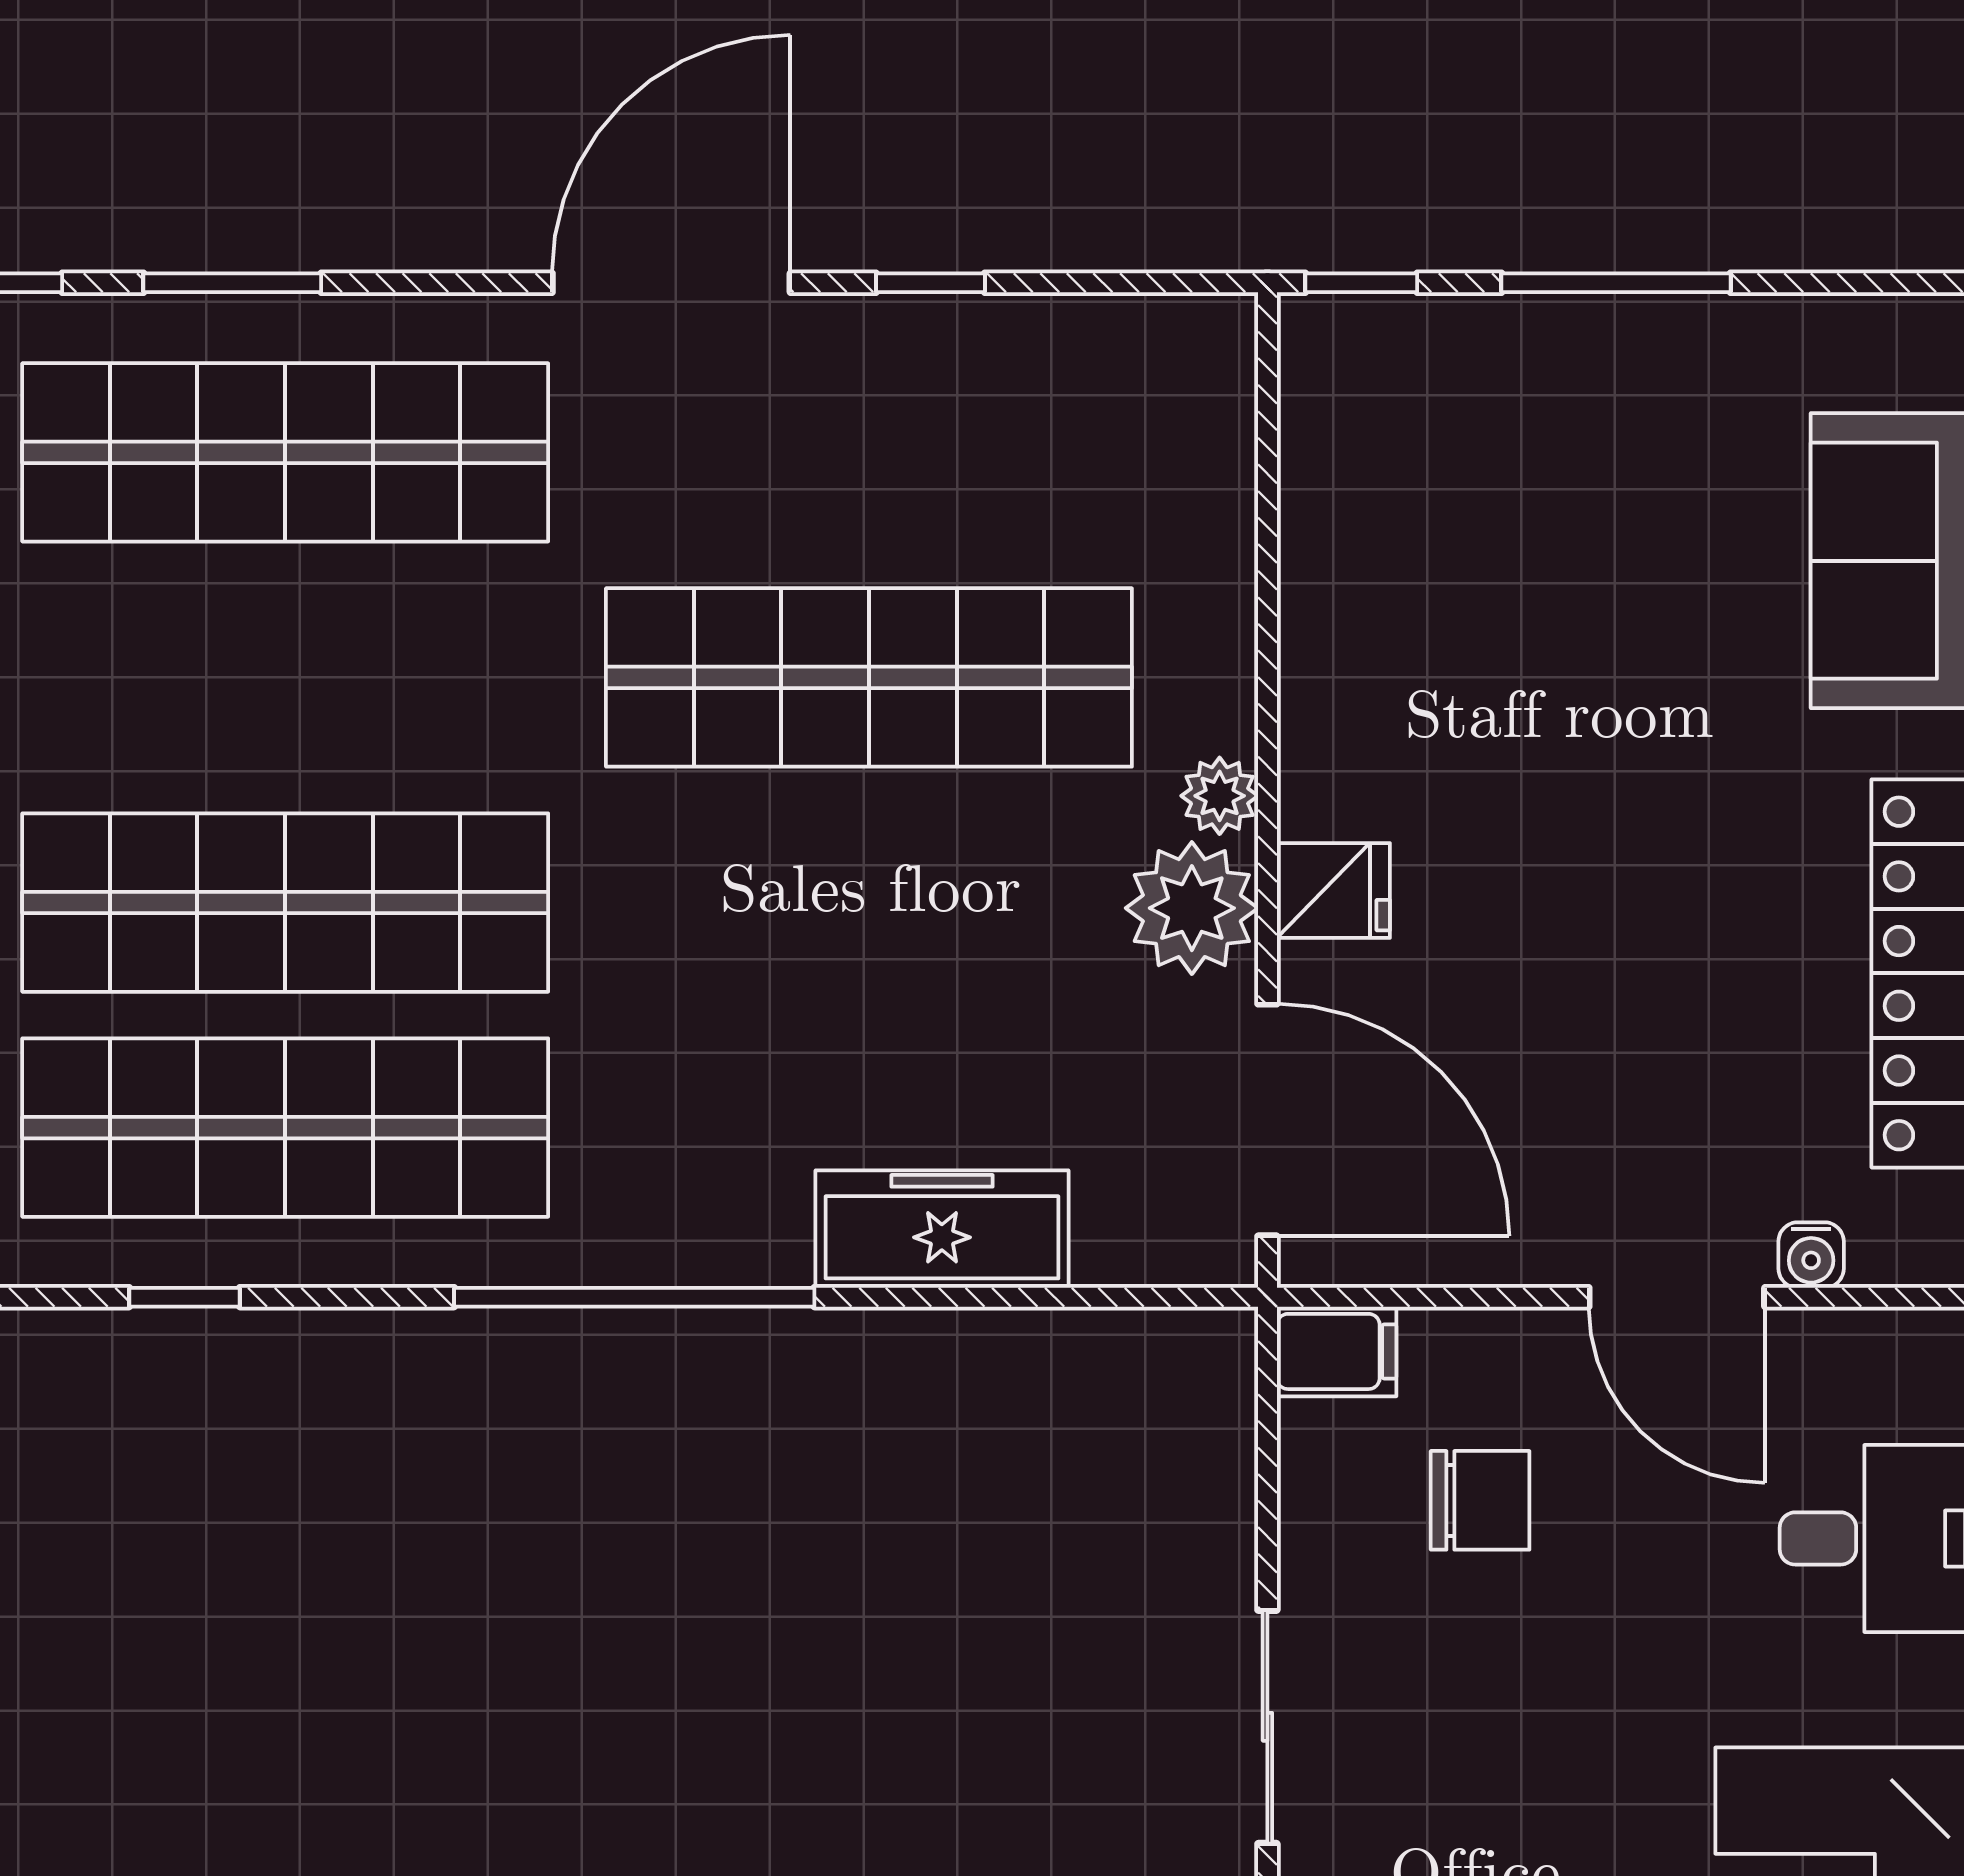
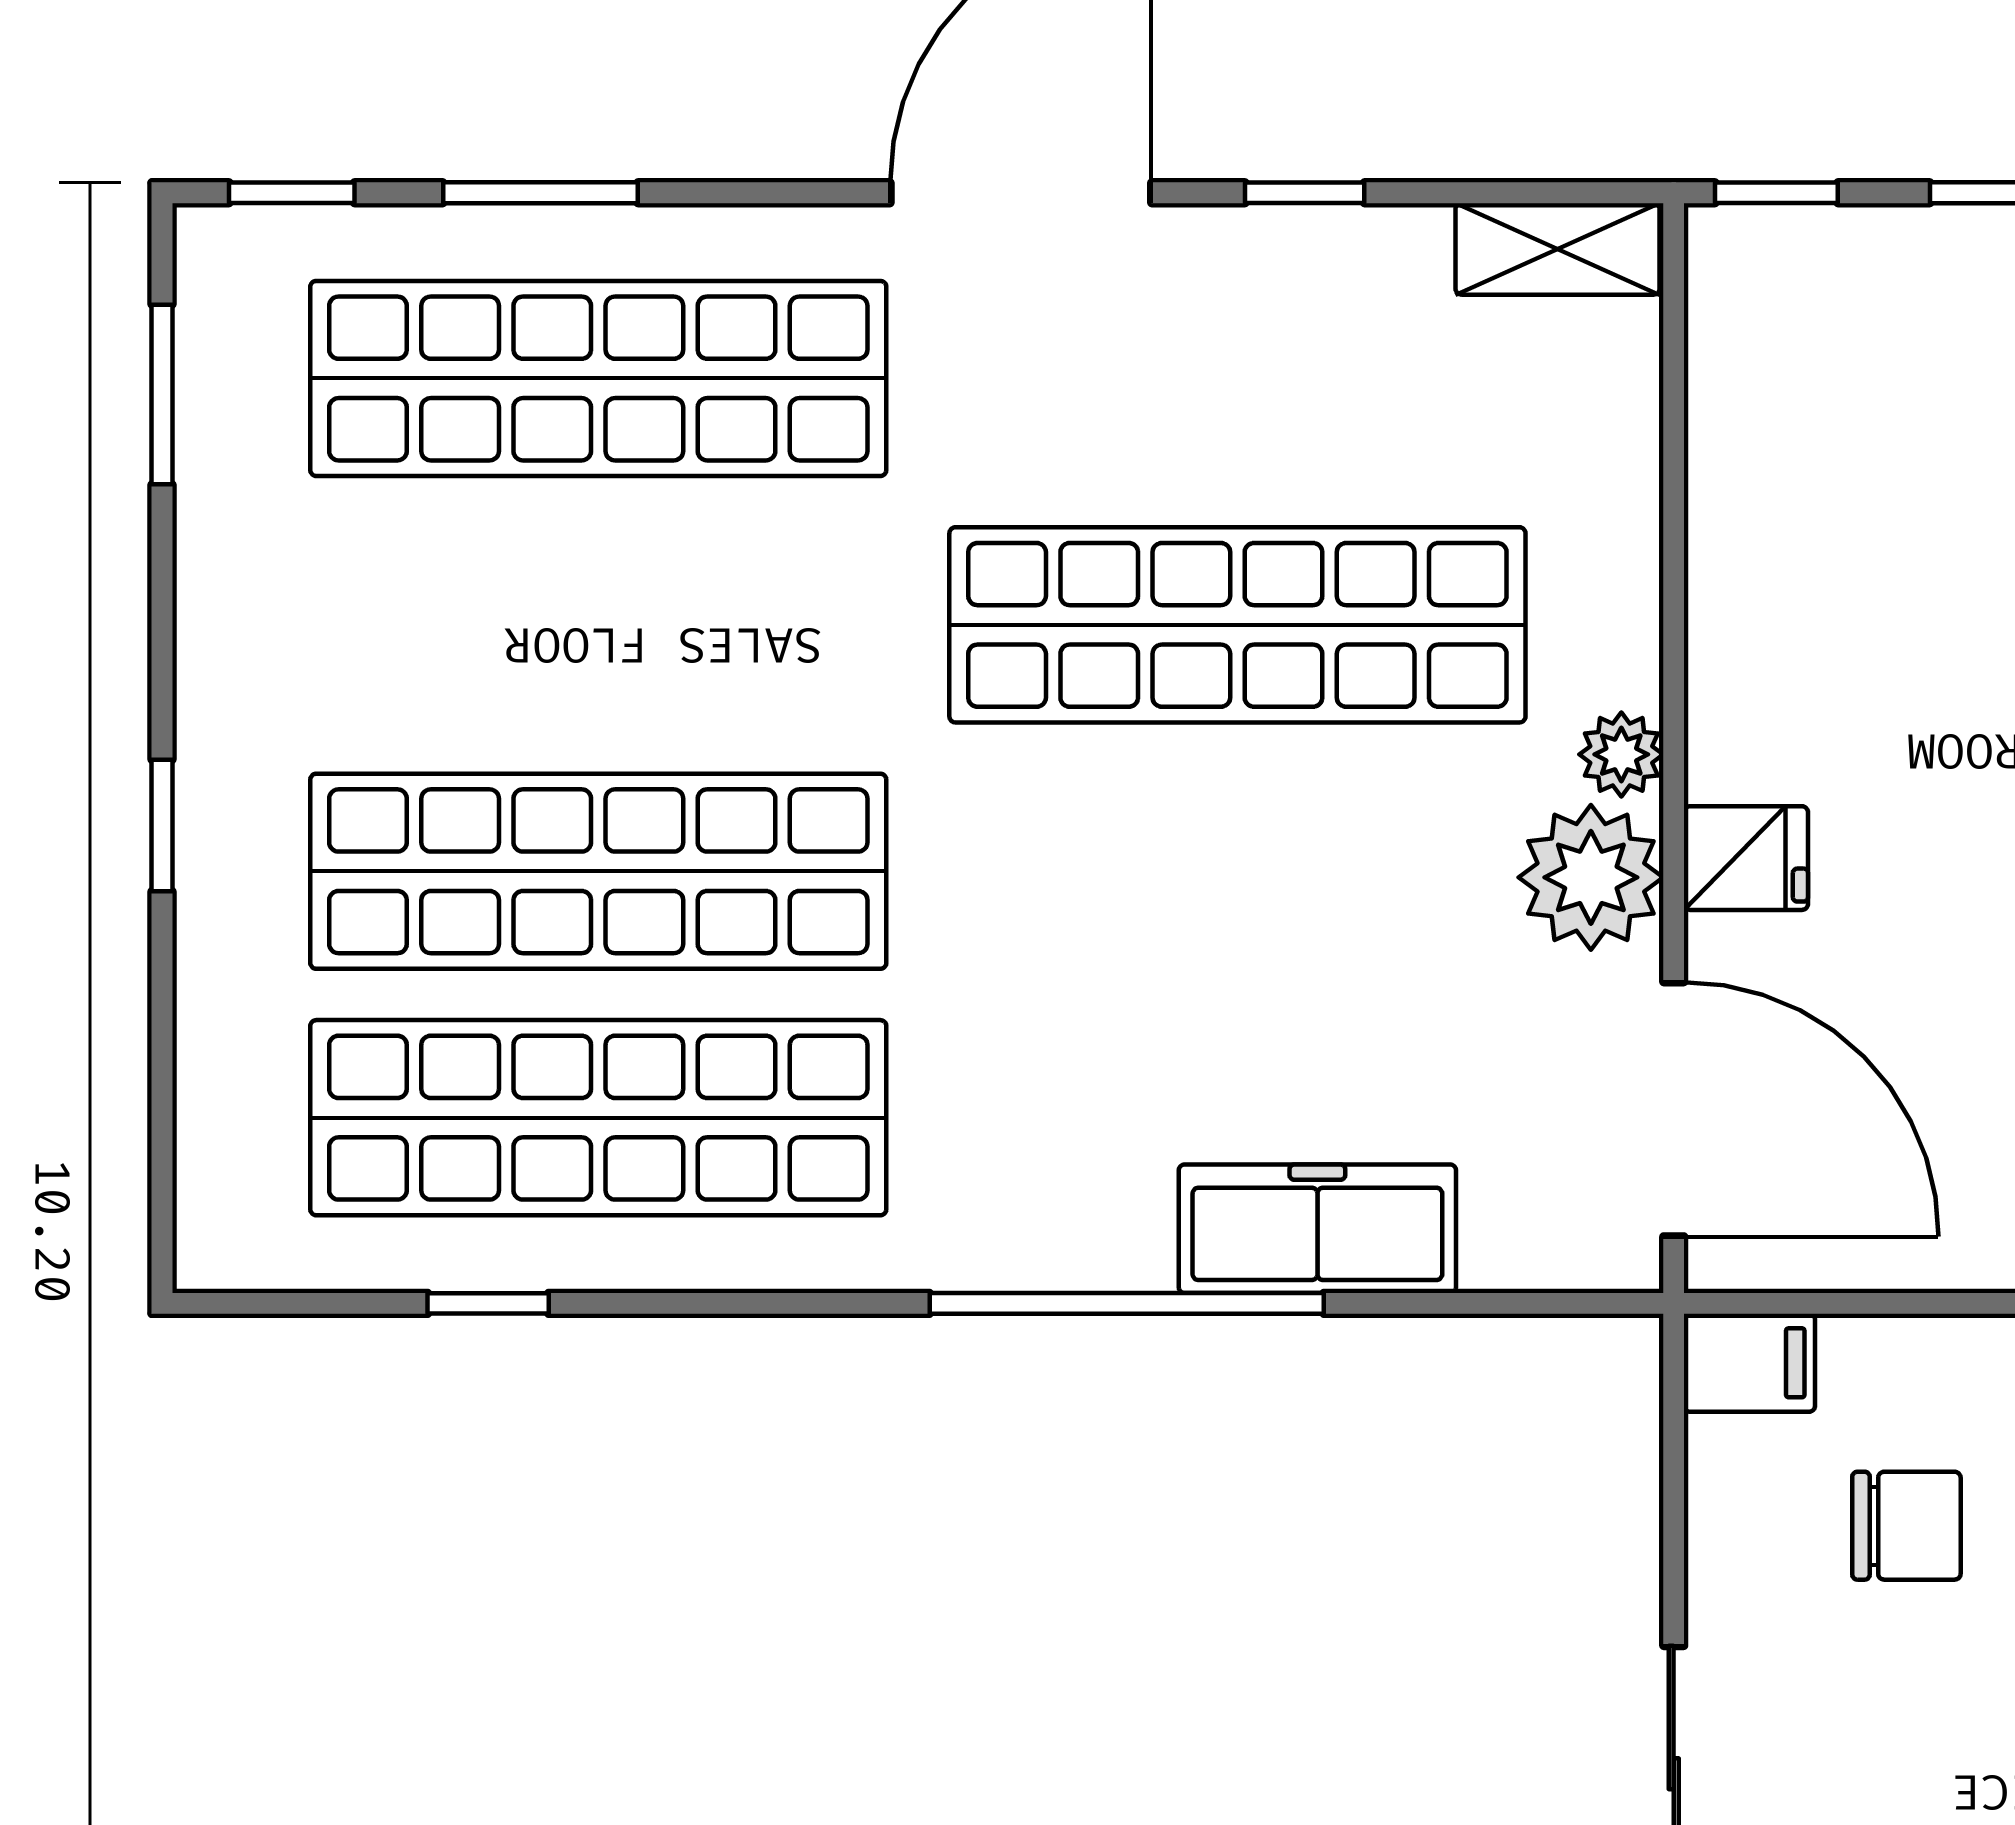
shelving: (1161, 334) -> (1558, 249), added
window: (634, 1297) -> (1127, 1303), moved

